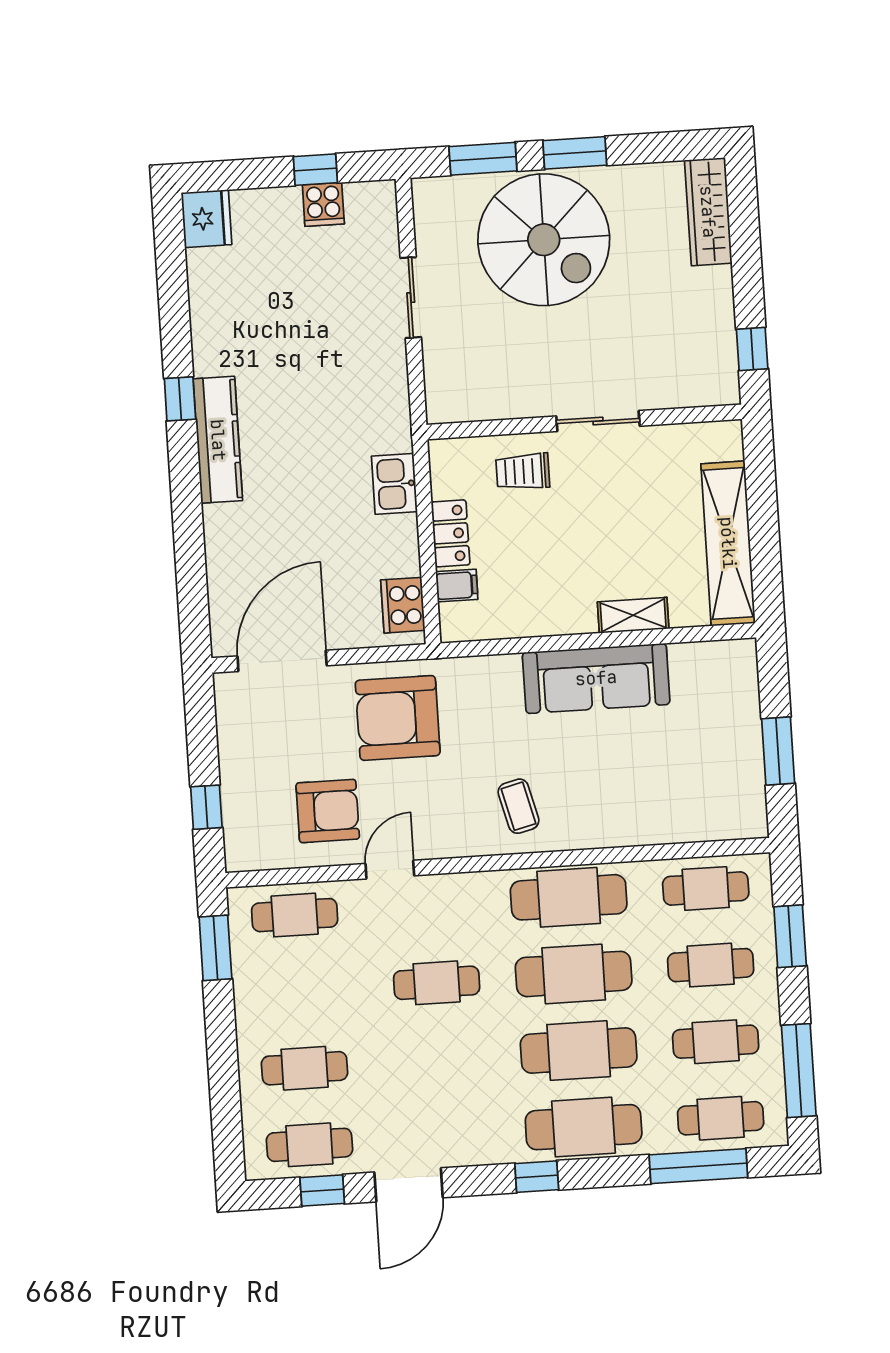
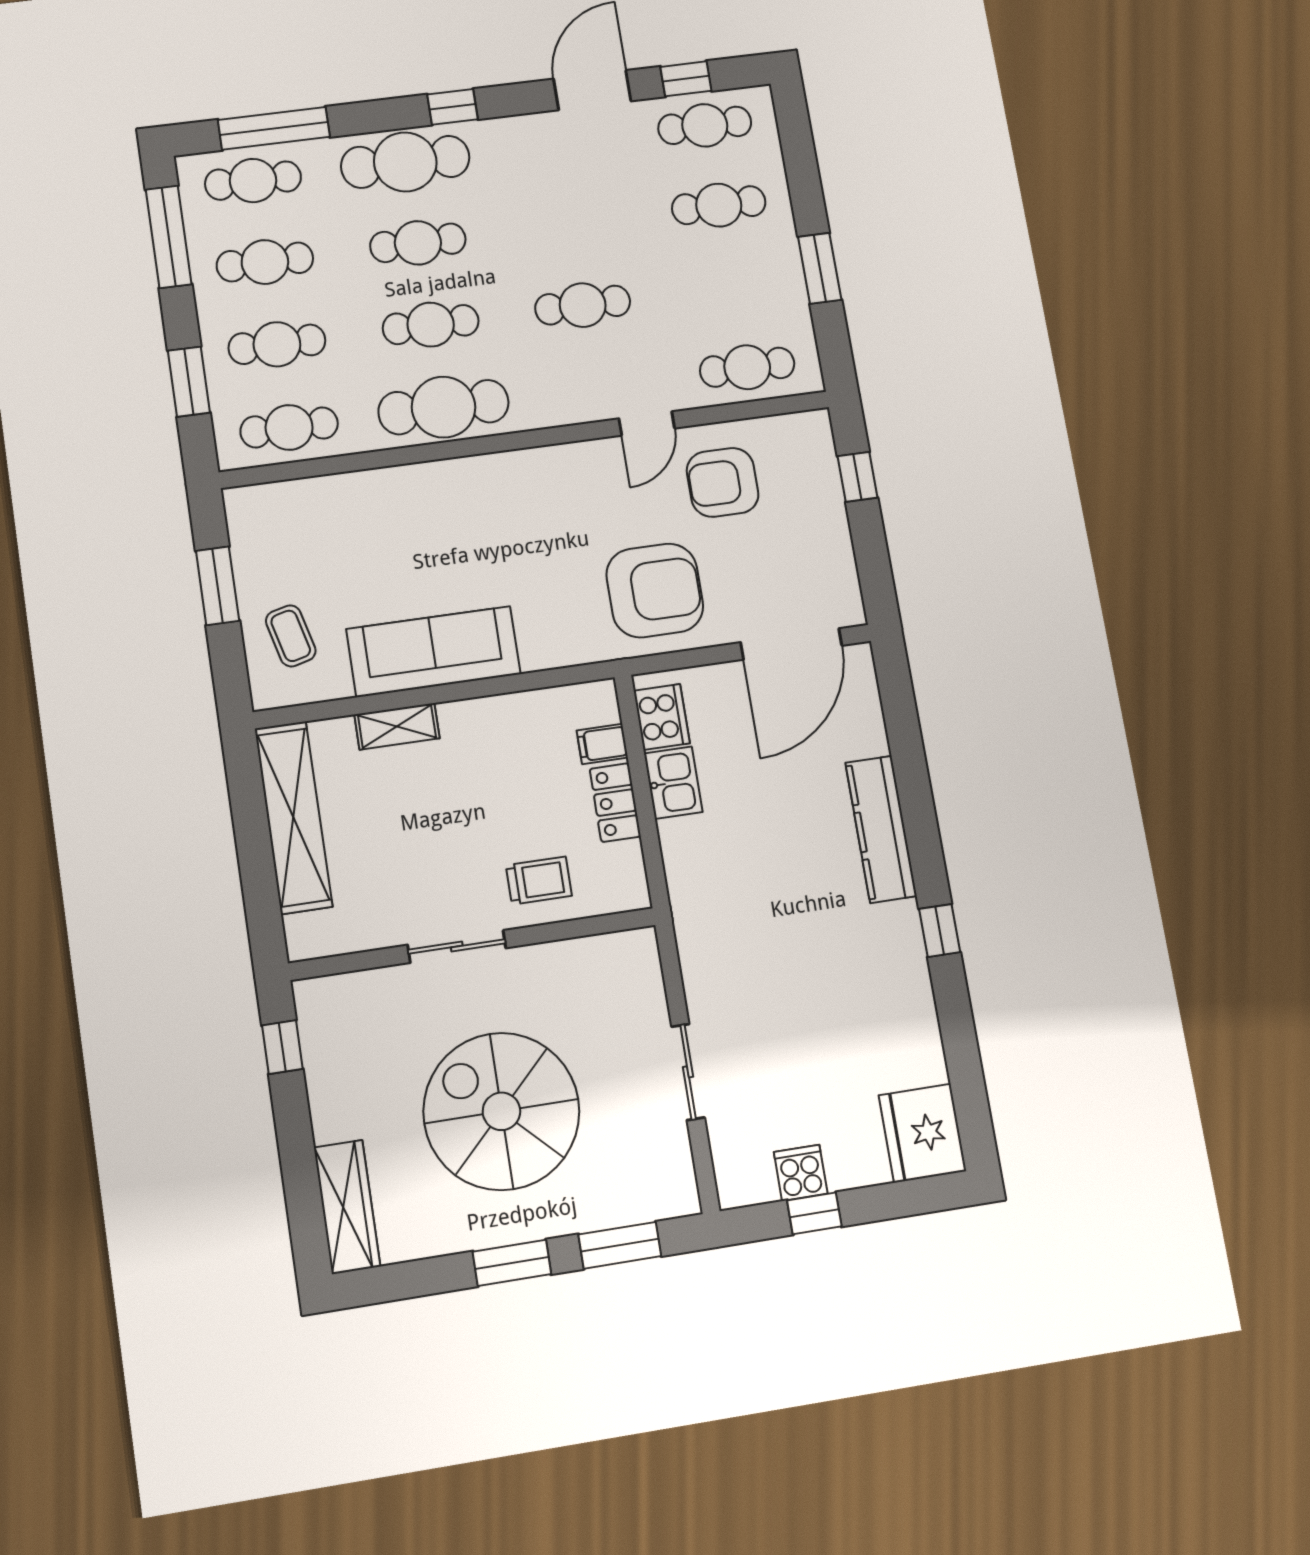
fridge: (206, 219) -> (922, 1133), width x1.36, depth x1.34
spiral stairs: (544, 240) -> (501, 1111), moved
kitchen counter: (218, 440) -> (881, 829), moved
kitchen sink: (394, 484) -> (673, 783), moved
coffee table: (518, 806) -> (291, 636), moved
window: (215, 948) -> (820, 268), moved
cafe table: (574, 974) -> (431, 325), width x0.73, depth x0.74
cafe table: (579, 1051) -> (418, 243), width x0.73, depth x0.74

